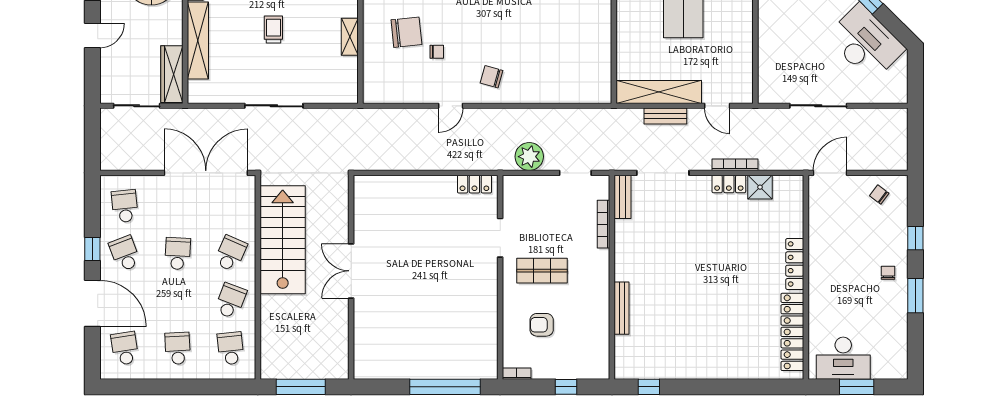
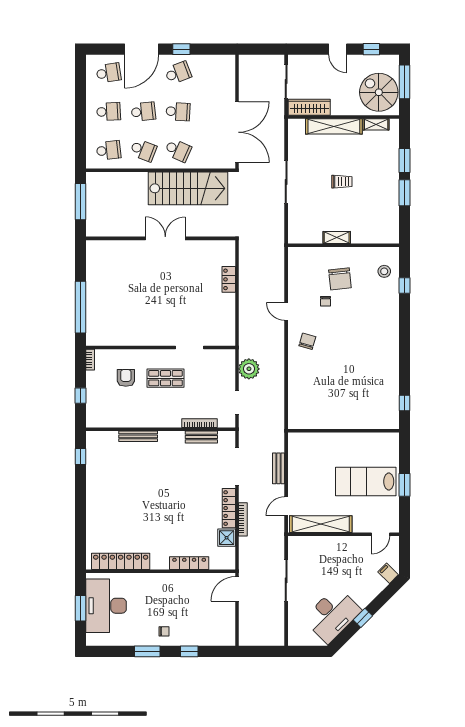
shelving: (659, 92) -> (321, 524), moved, turned 90
door: (830, 173) -> (237, 589), swing flipped
locker: (474, 184) -> (229, 279), moved
locker: (729, 184) -> (229, 508), width x1.53
chair: (879, 194) -> (221, 625), removed
bench: (622, 197) -> (201, 437), moved
school desk: (125, 206) -> (143, 112), moved
locker: (795, 264) -> (189, 563), moved
shop shelf: (542, 271) -> (165, 378), turned 90
desk: (843, 358) -> (106, 606), width x1.36, depth x1.30

